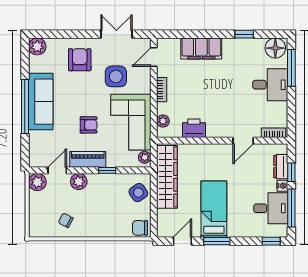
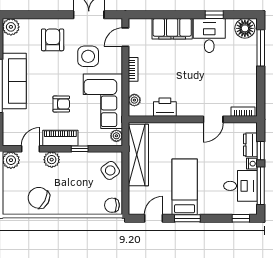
desk: (270, 85) -> (209, 36), moved, turned -90
chair: (66, 220) -> (39, 198), width x1.87, depth x1.87

